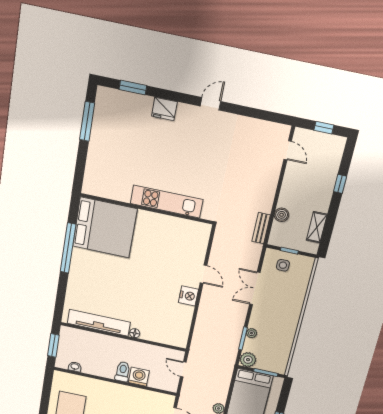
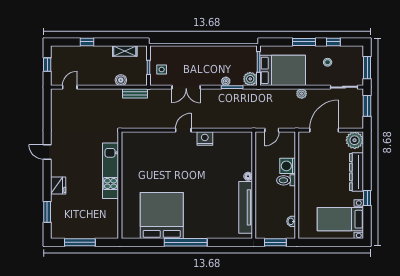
kitchen unit: (167, 202) -> (111, 171), moved
wall: (147, 209) -> (120, 185), moved

